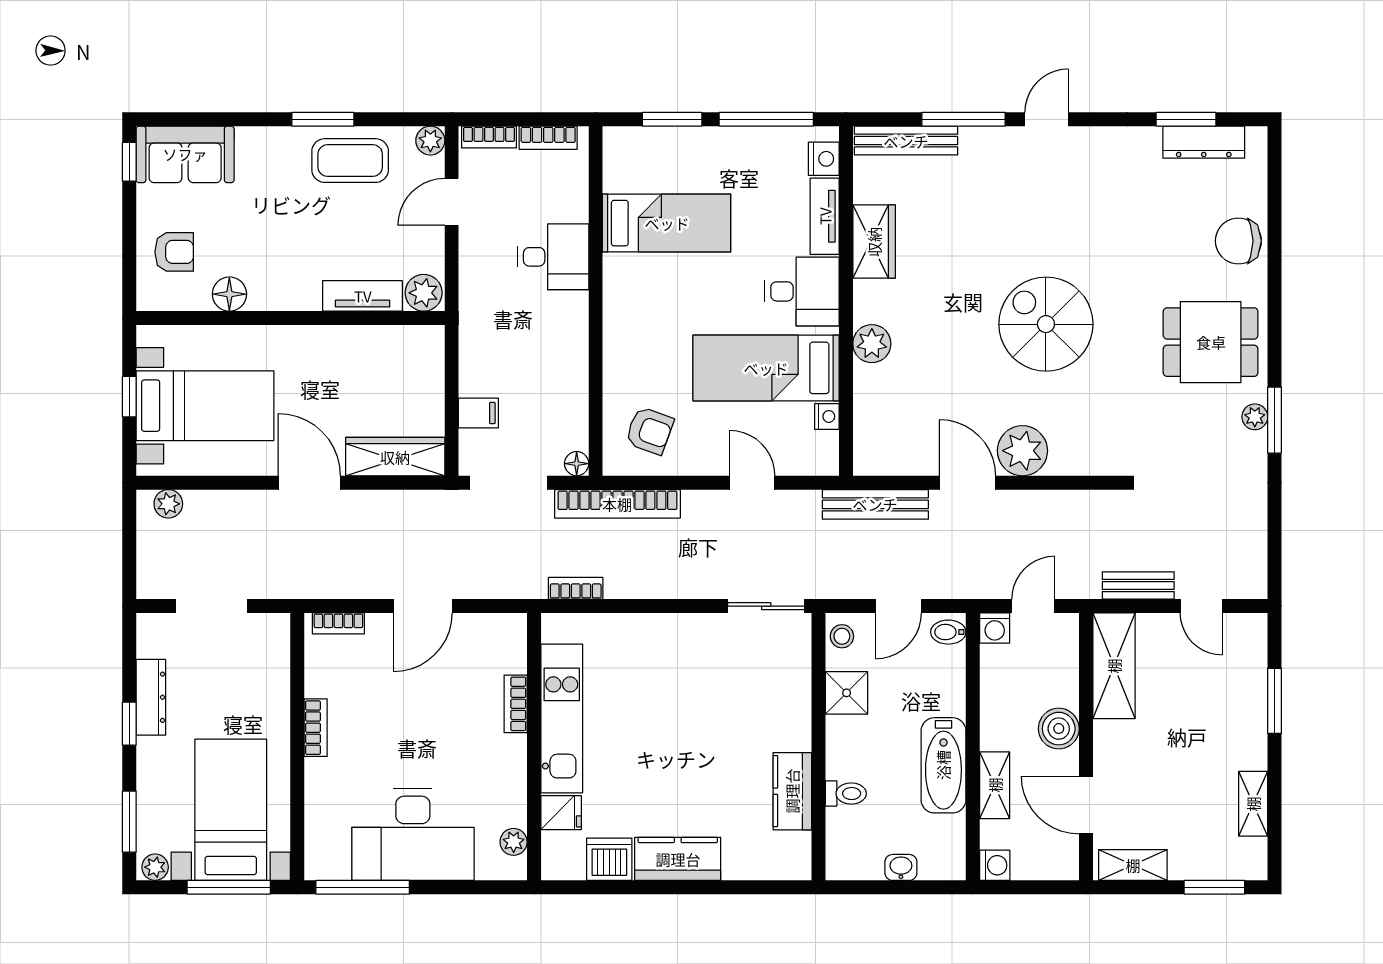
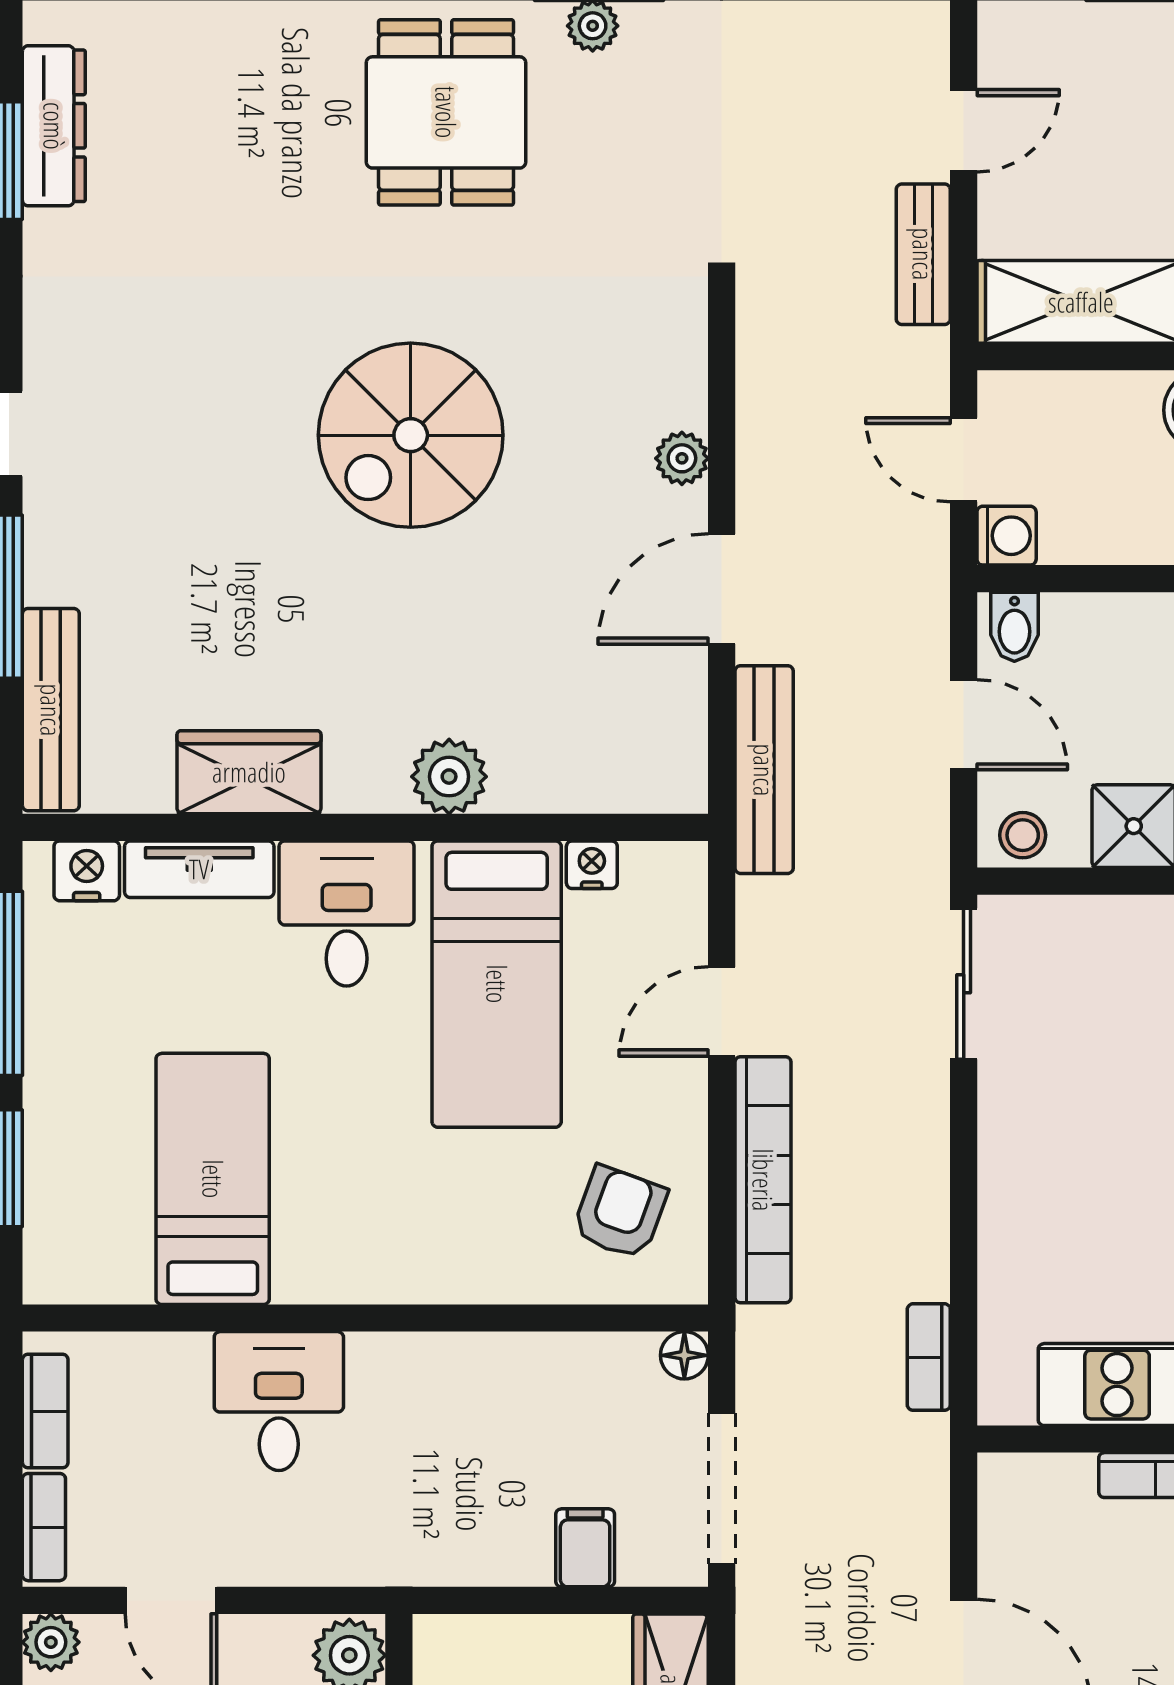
chair: (1238, 241) -> (248, 58), removed
plant: (1022, 451) -> (682, 458), width x0.53, depth x0.53
bookcase: (617, 504) -> (763, 1180), moved

